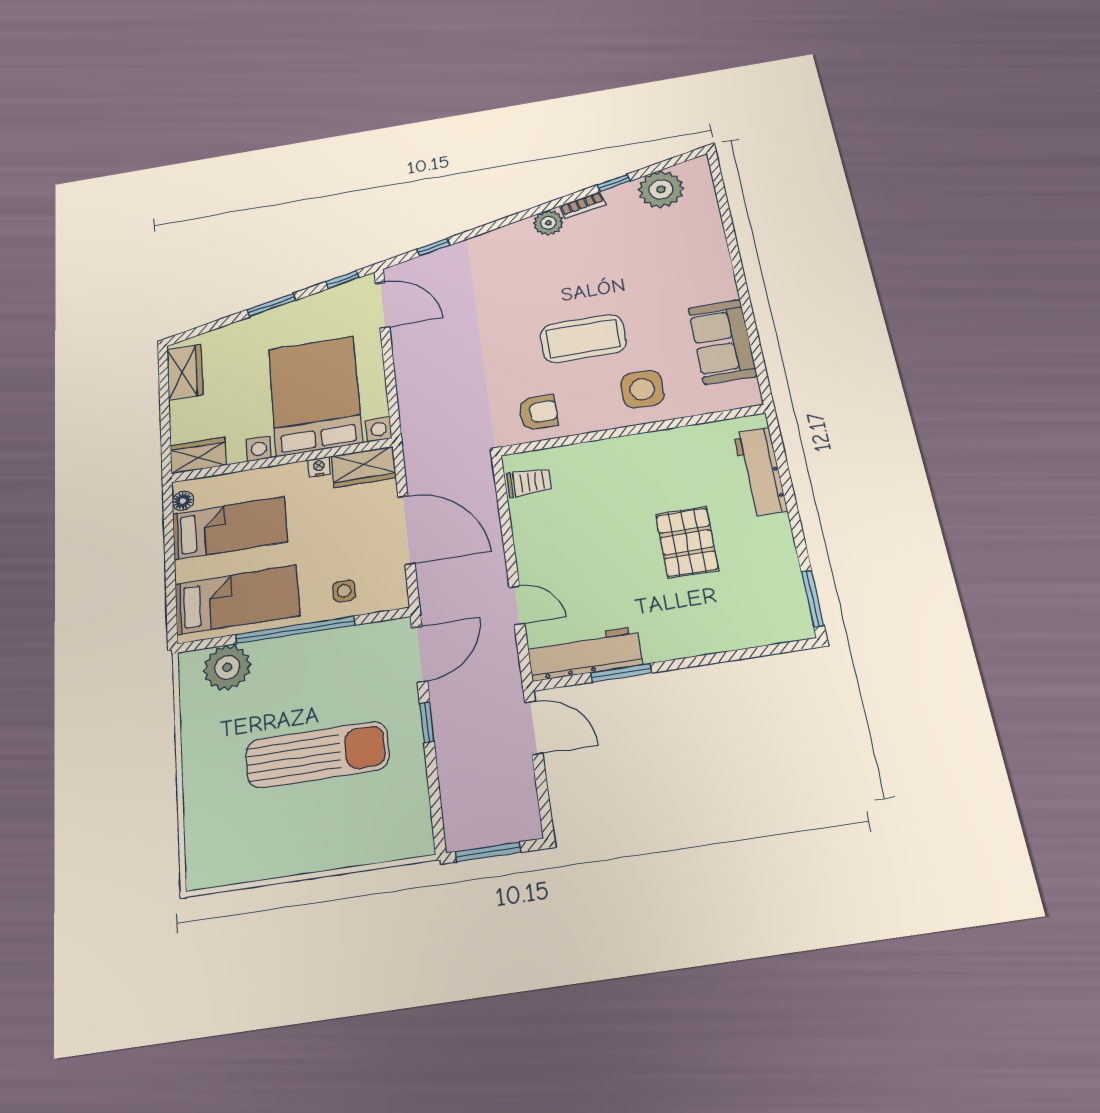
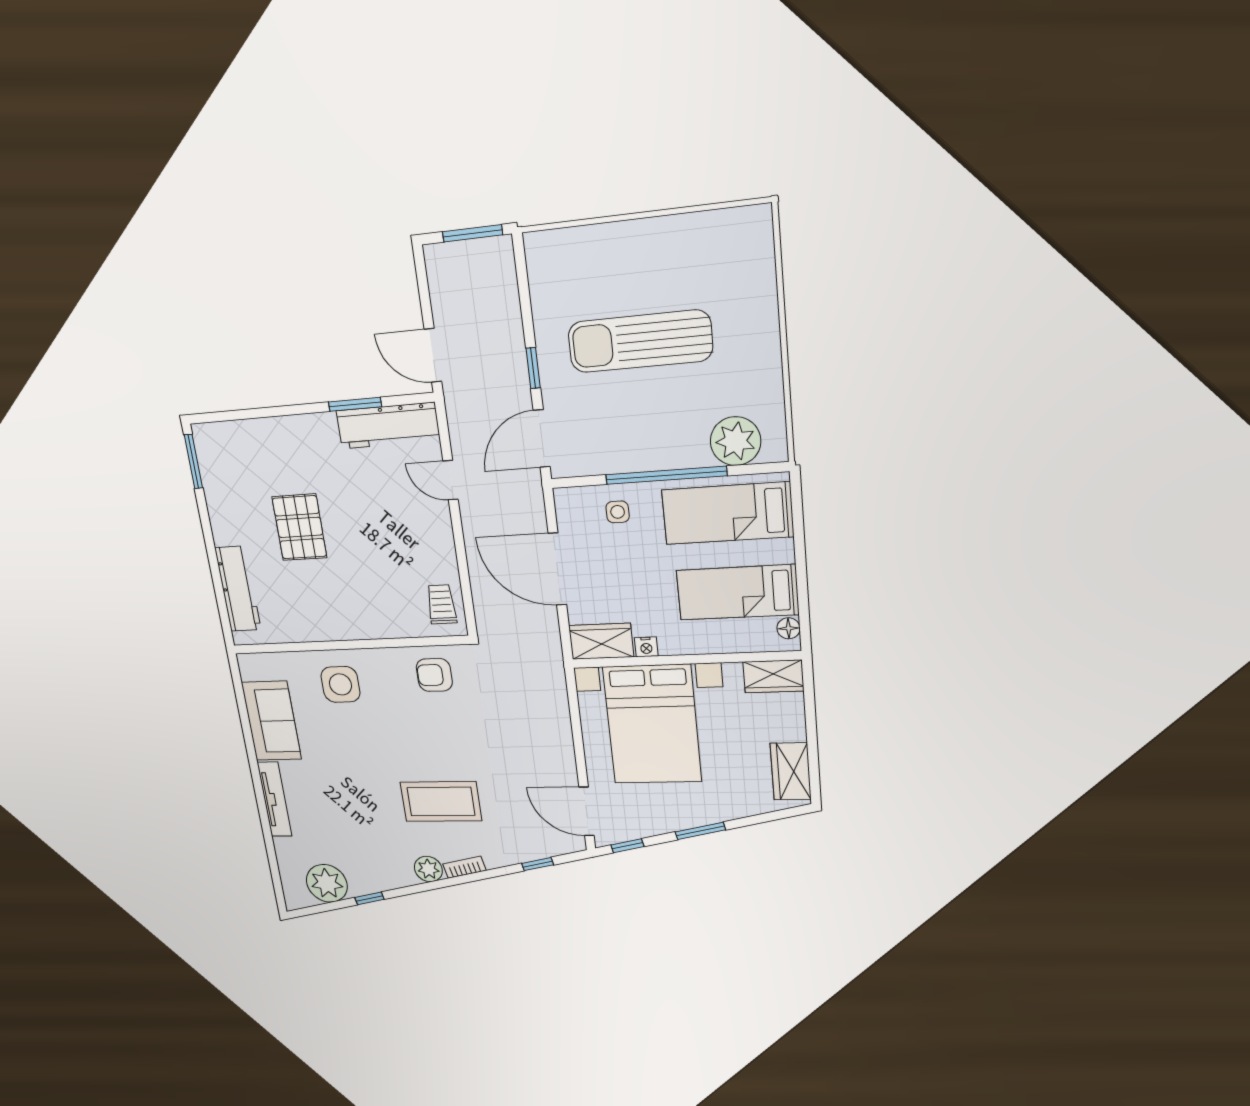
bookcase: (583, 205) -> (464, 867), moved
tv unit: (720, 263) -> (275, 799), added
coffee table: (583, 339) -> (441, 801), moved
trolley: (529, 482) -> (441, 604), turned 90

